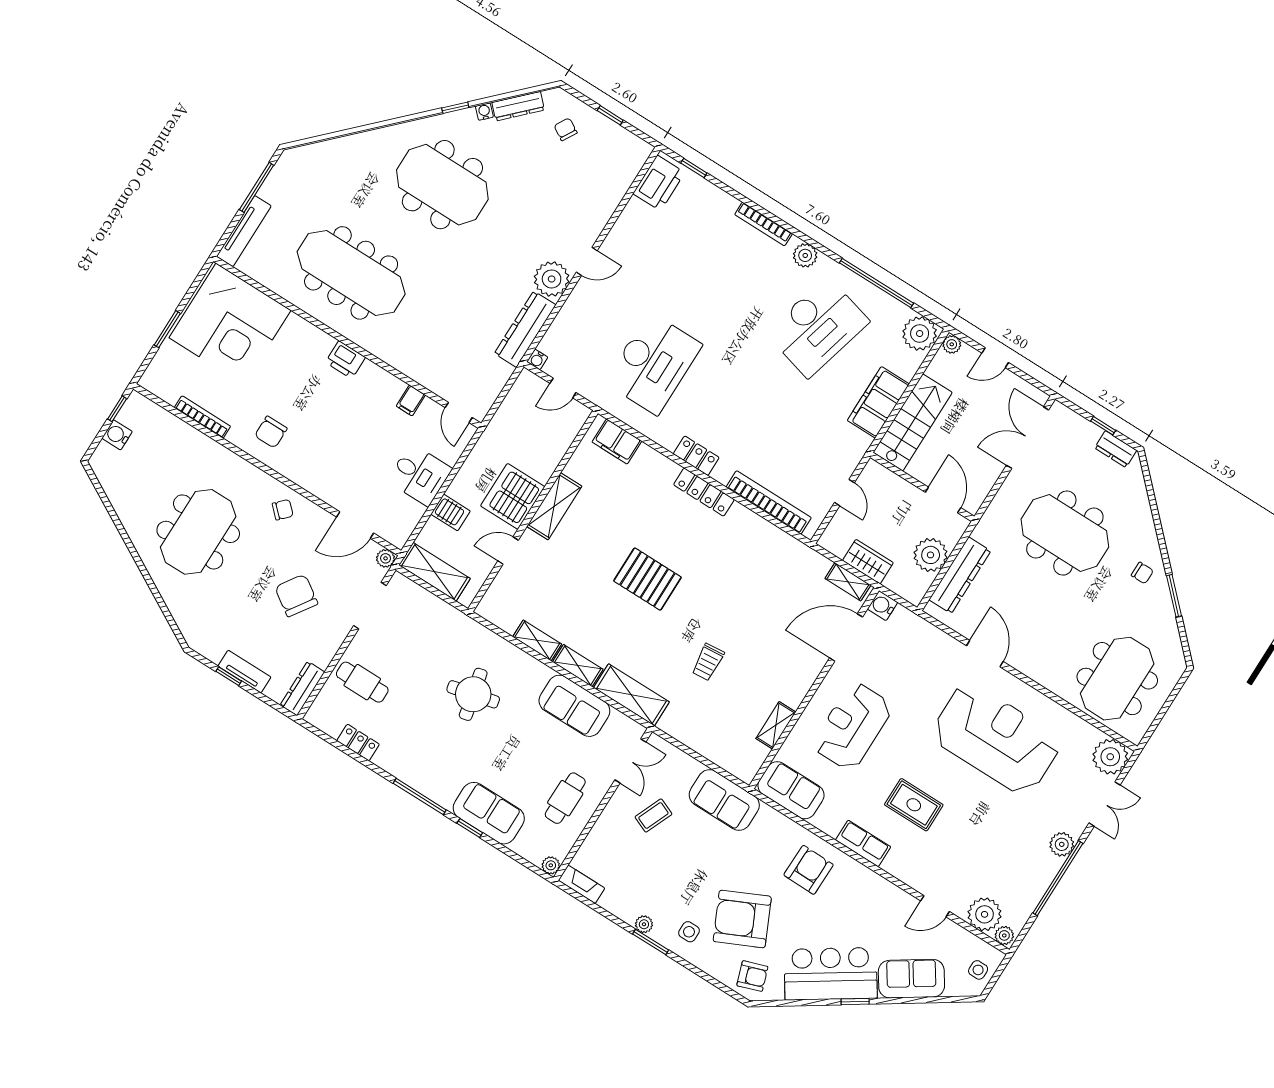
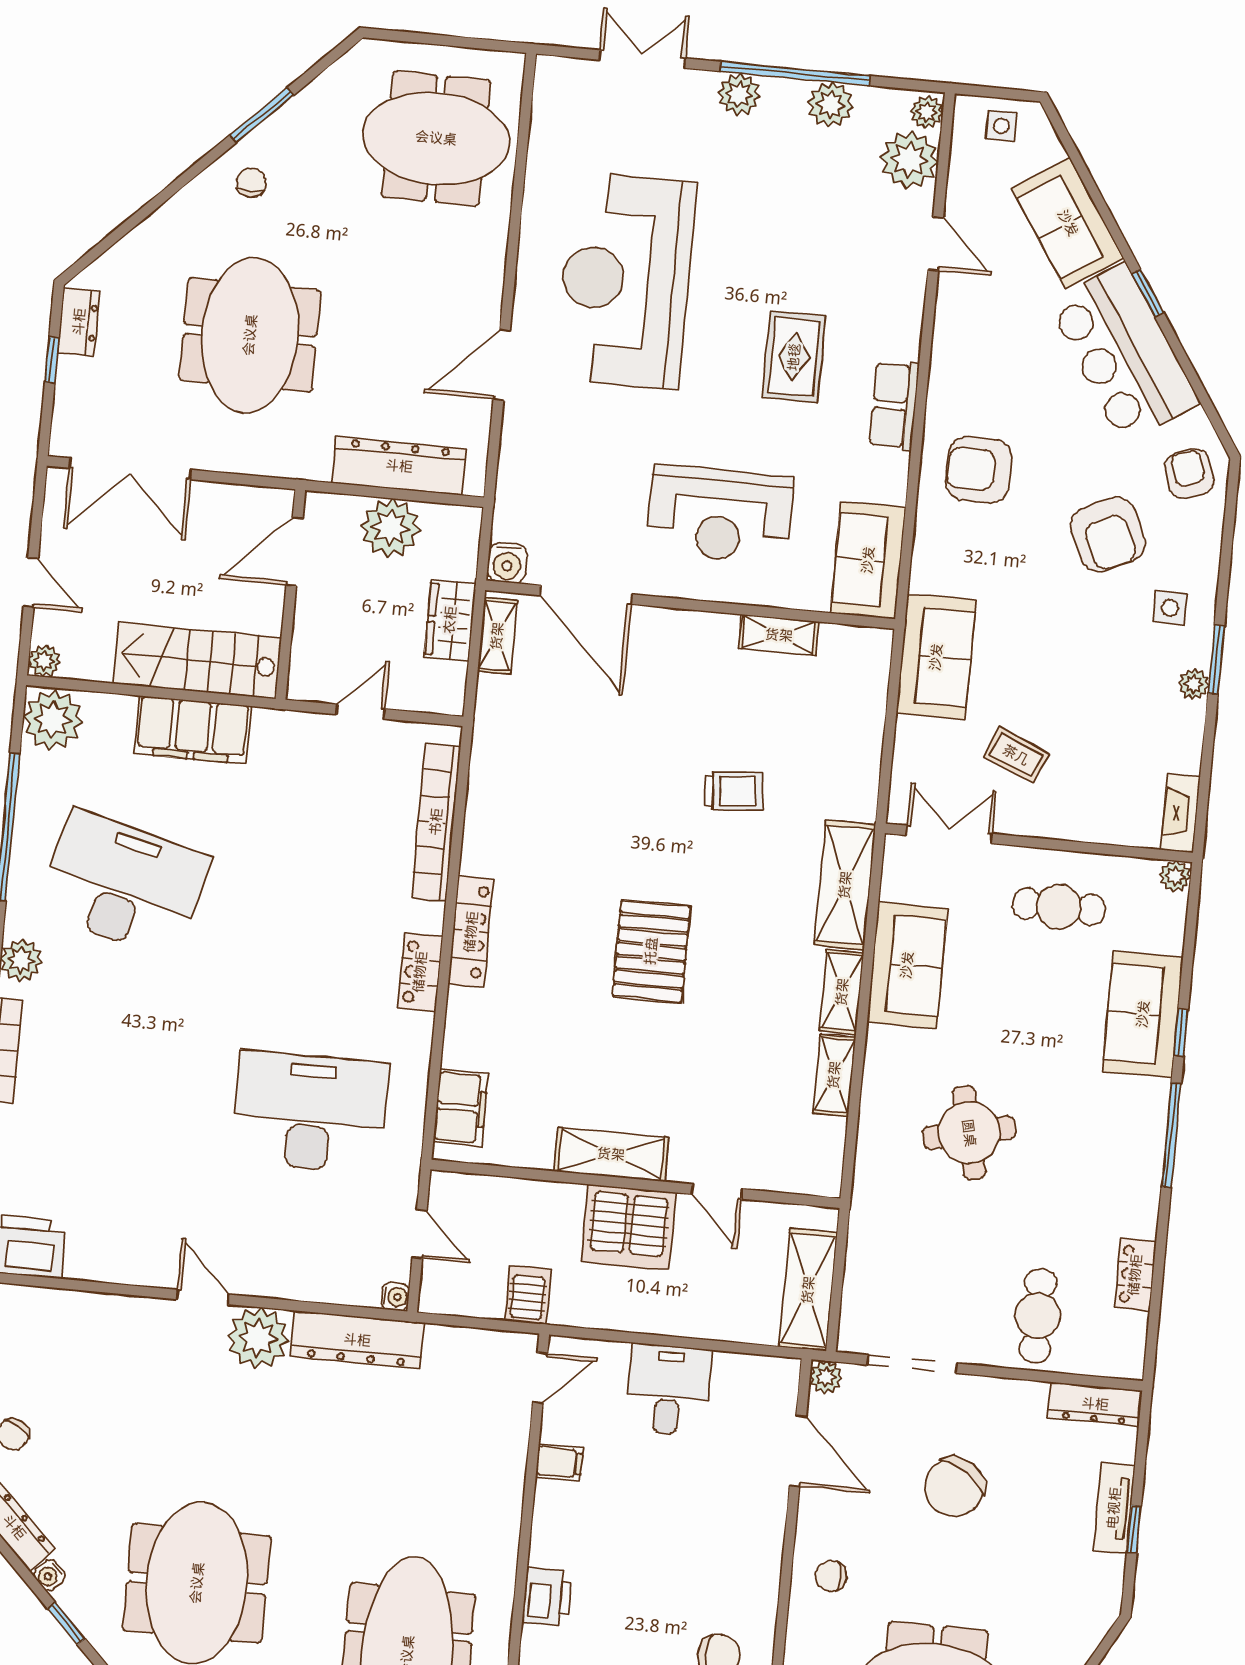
chair: (283, 510) -> (831, 1576), turned -44
server rack: (451, 513) -> (528, 1295), moved
plant: (1110, 757) -> (831, 104), moved, width x0.73, depth x0.73
armchair: (742, 919) -> (1108, 535), width x0.73, depth x0.73

